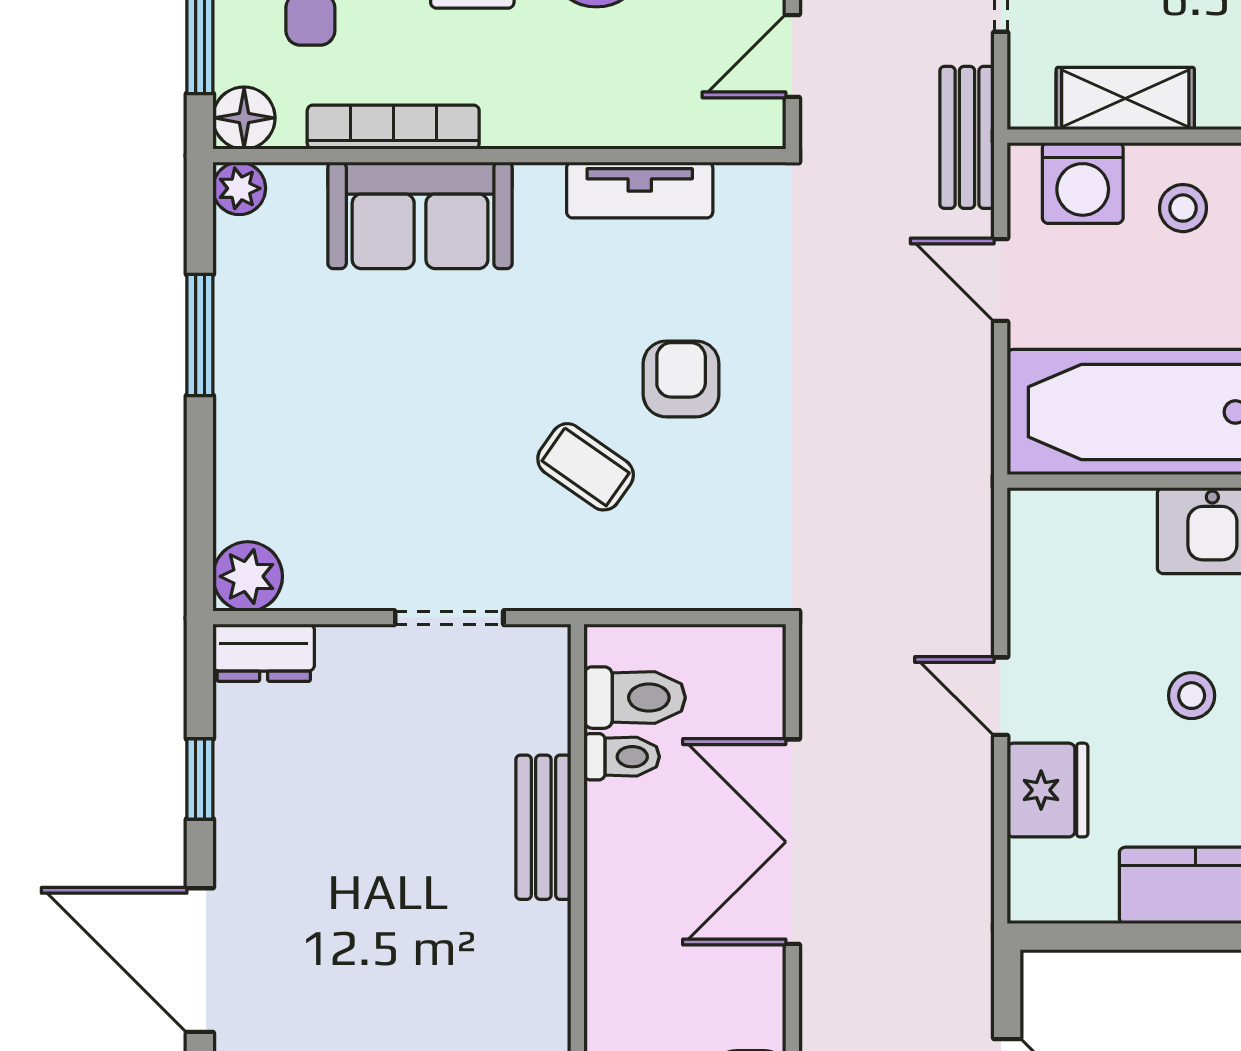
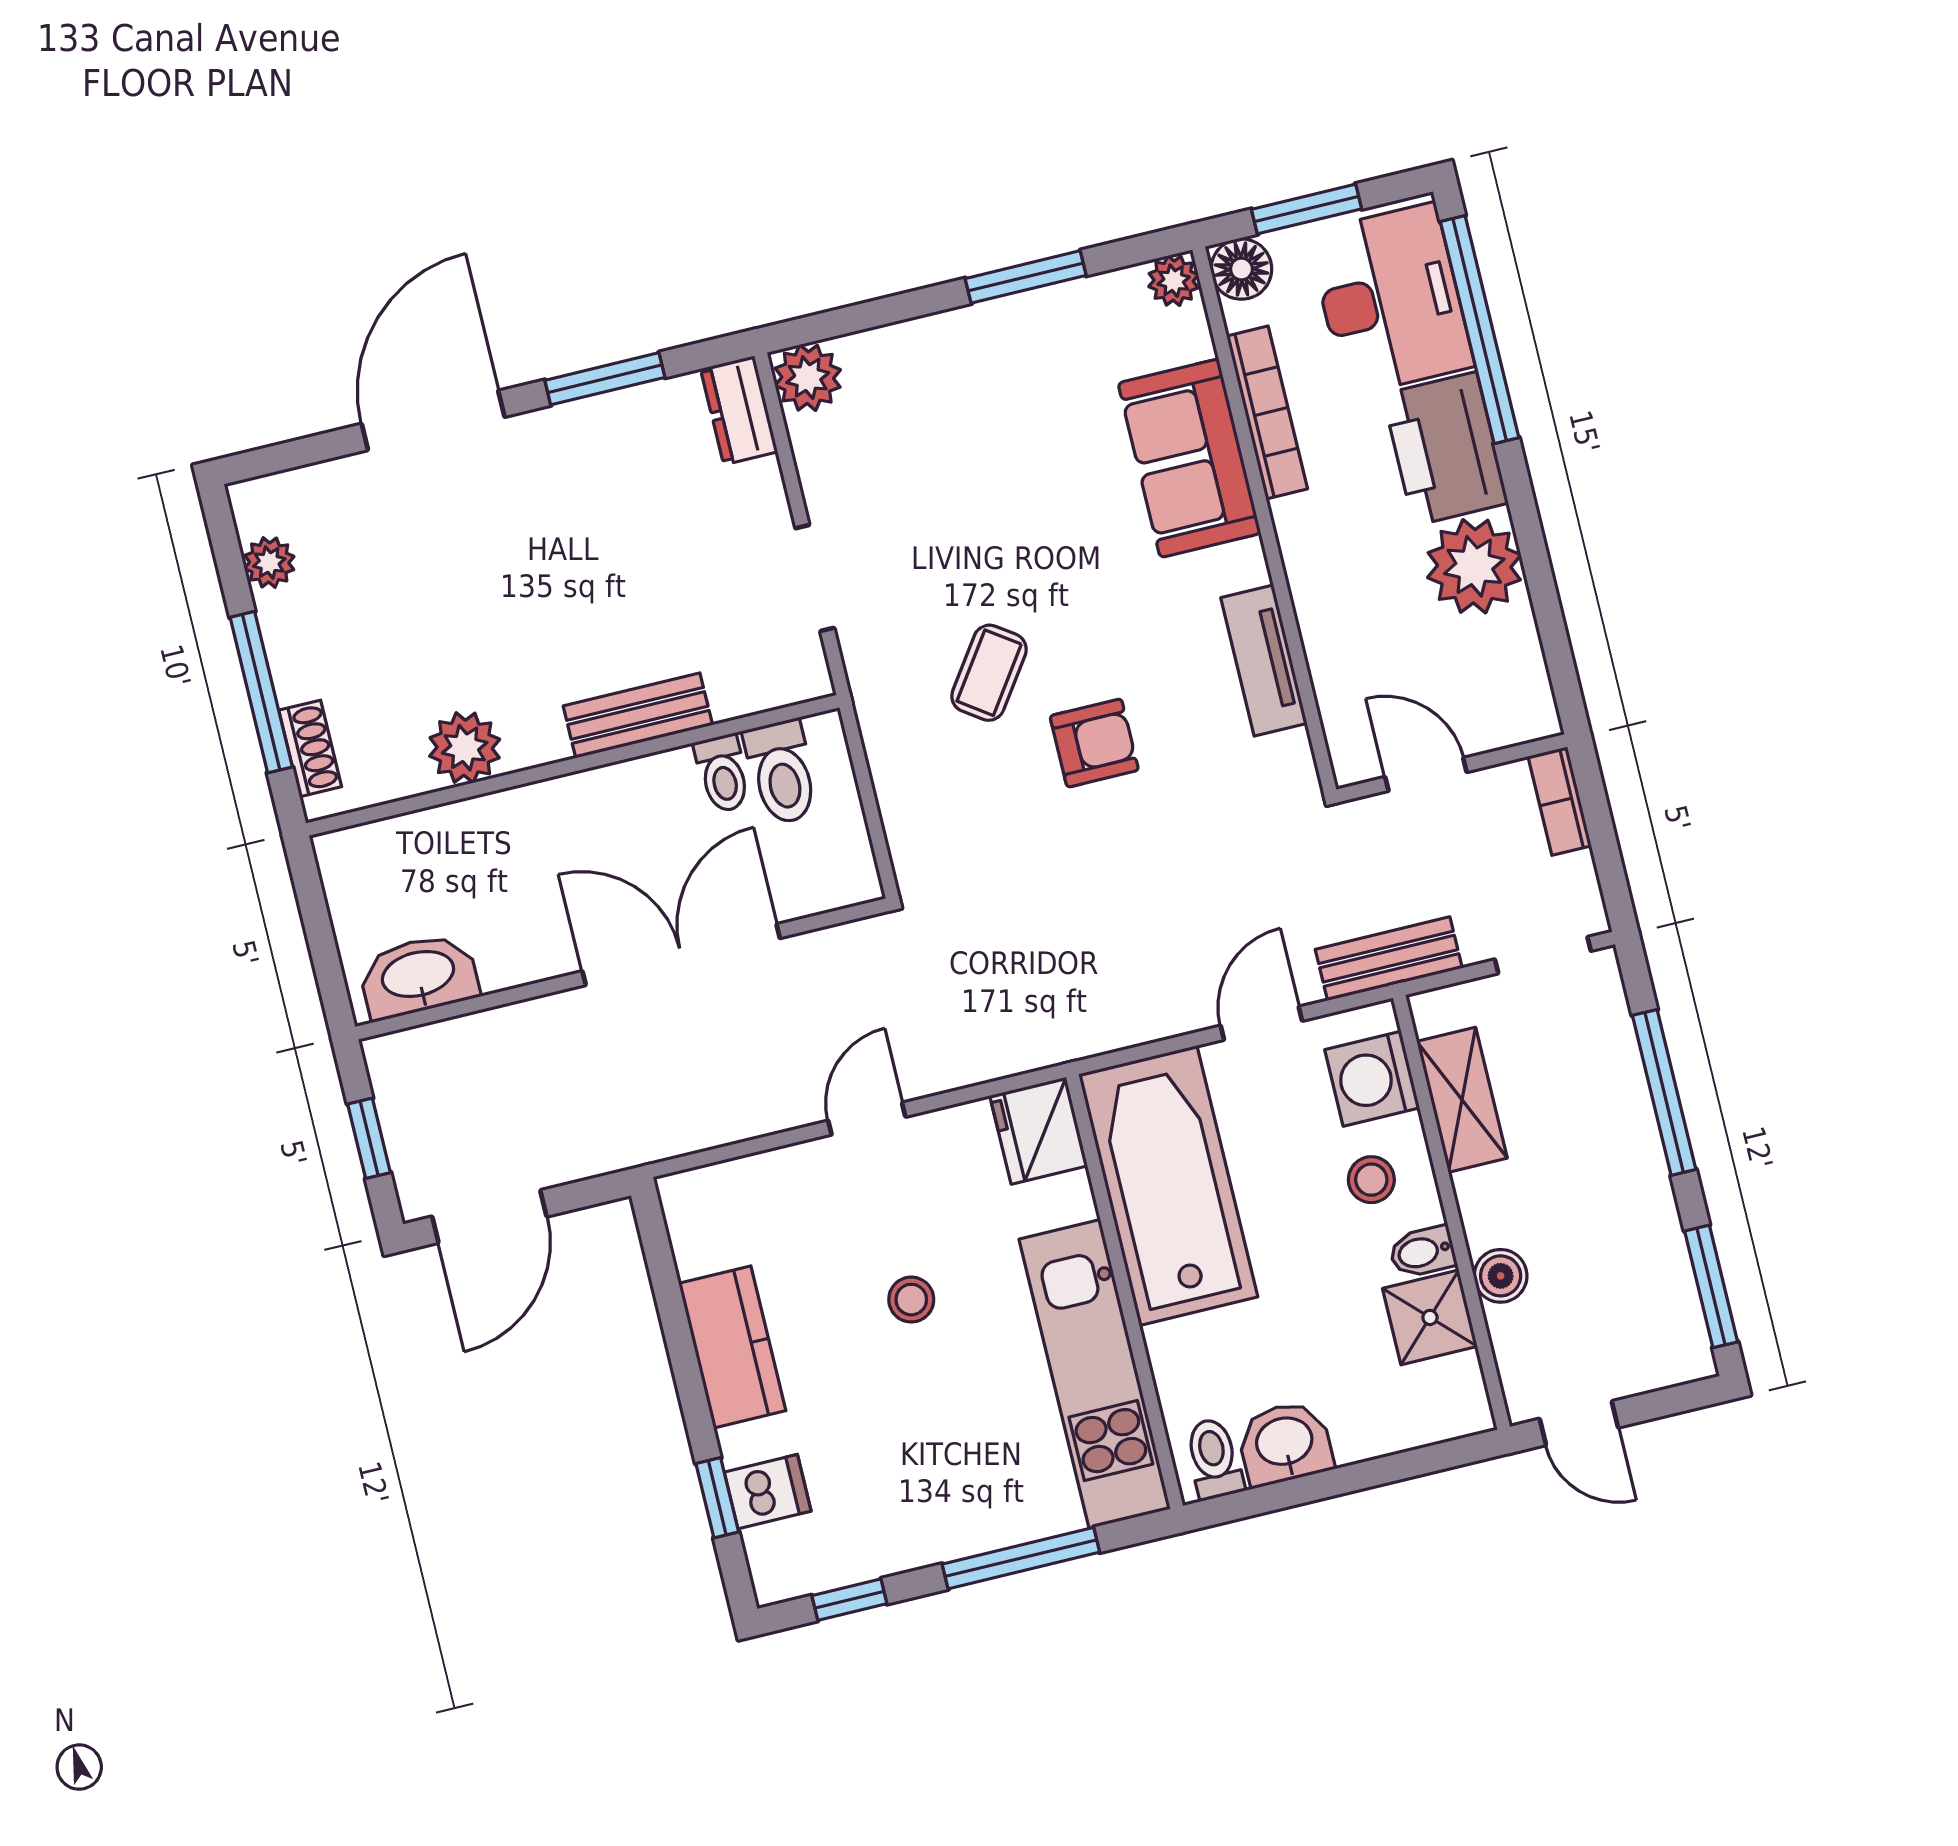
window: (200, 779) -> (605, 379), width x1.50
fridge: (1047, 790) -> (1039, 1131), moved, turned 90
plant: (534, 1008) -> (465, 748), added

